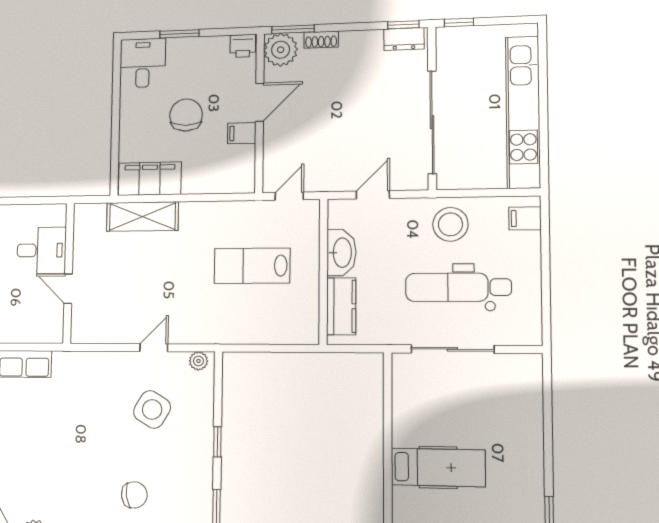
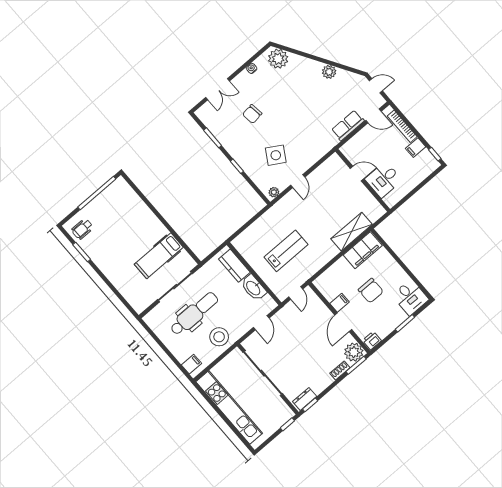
hospital bed: (438, 467) -> (159, 256), moved

